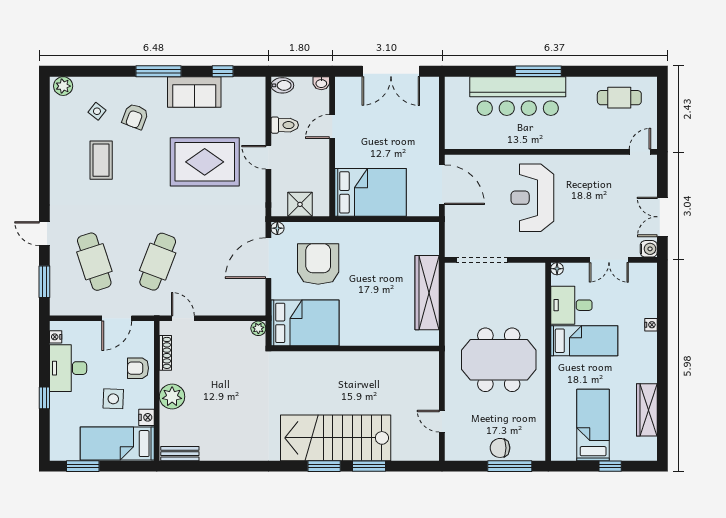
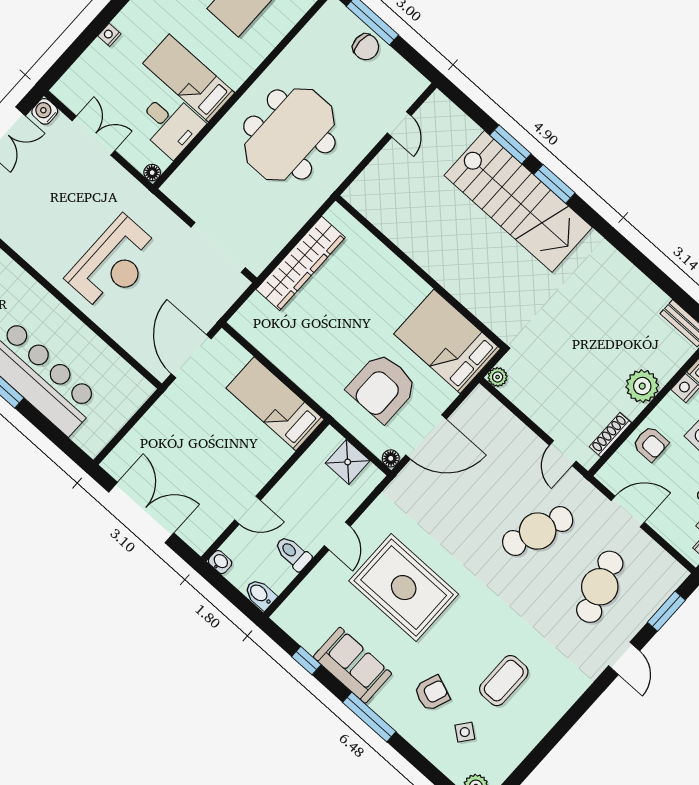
bed: (370, 192) -> (275, 404), width x0.67
meeting table: (499, 360) -> (289, 134), turned 90

